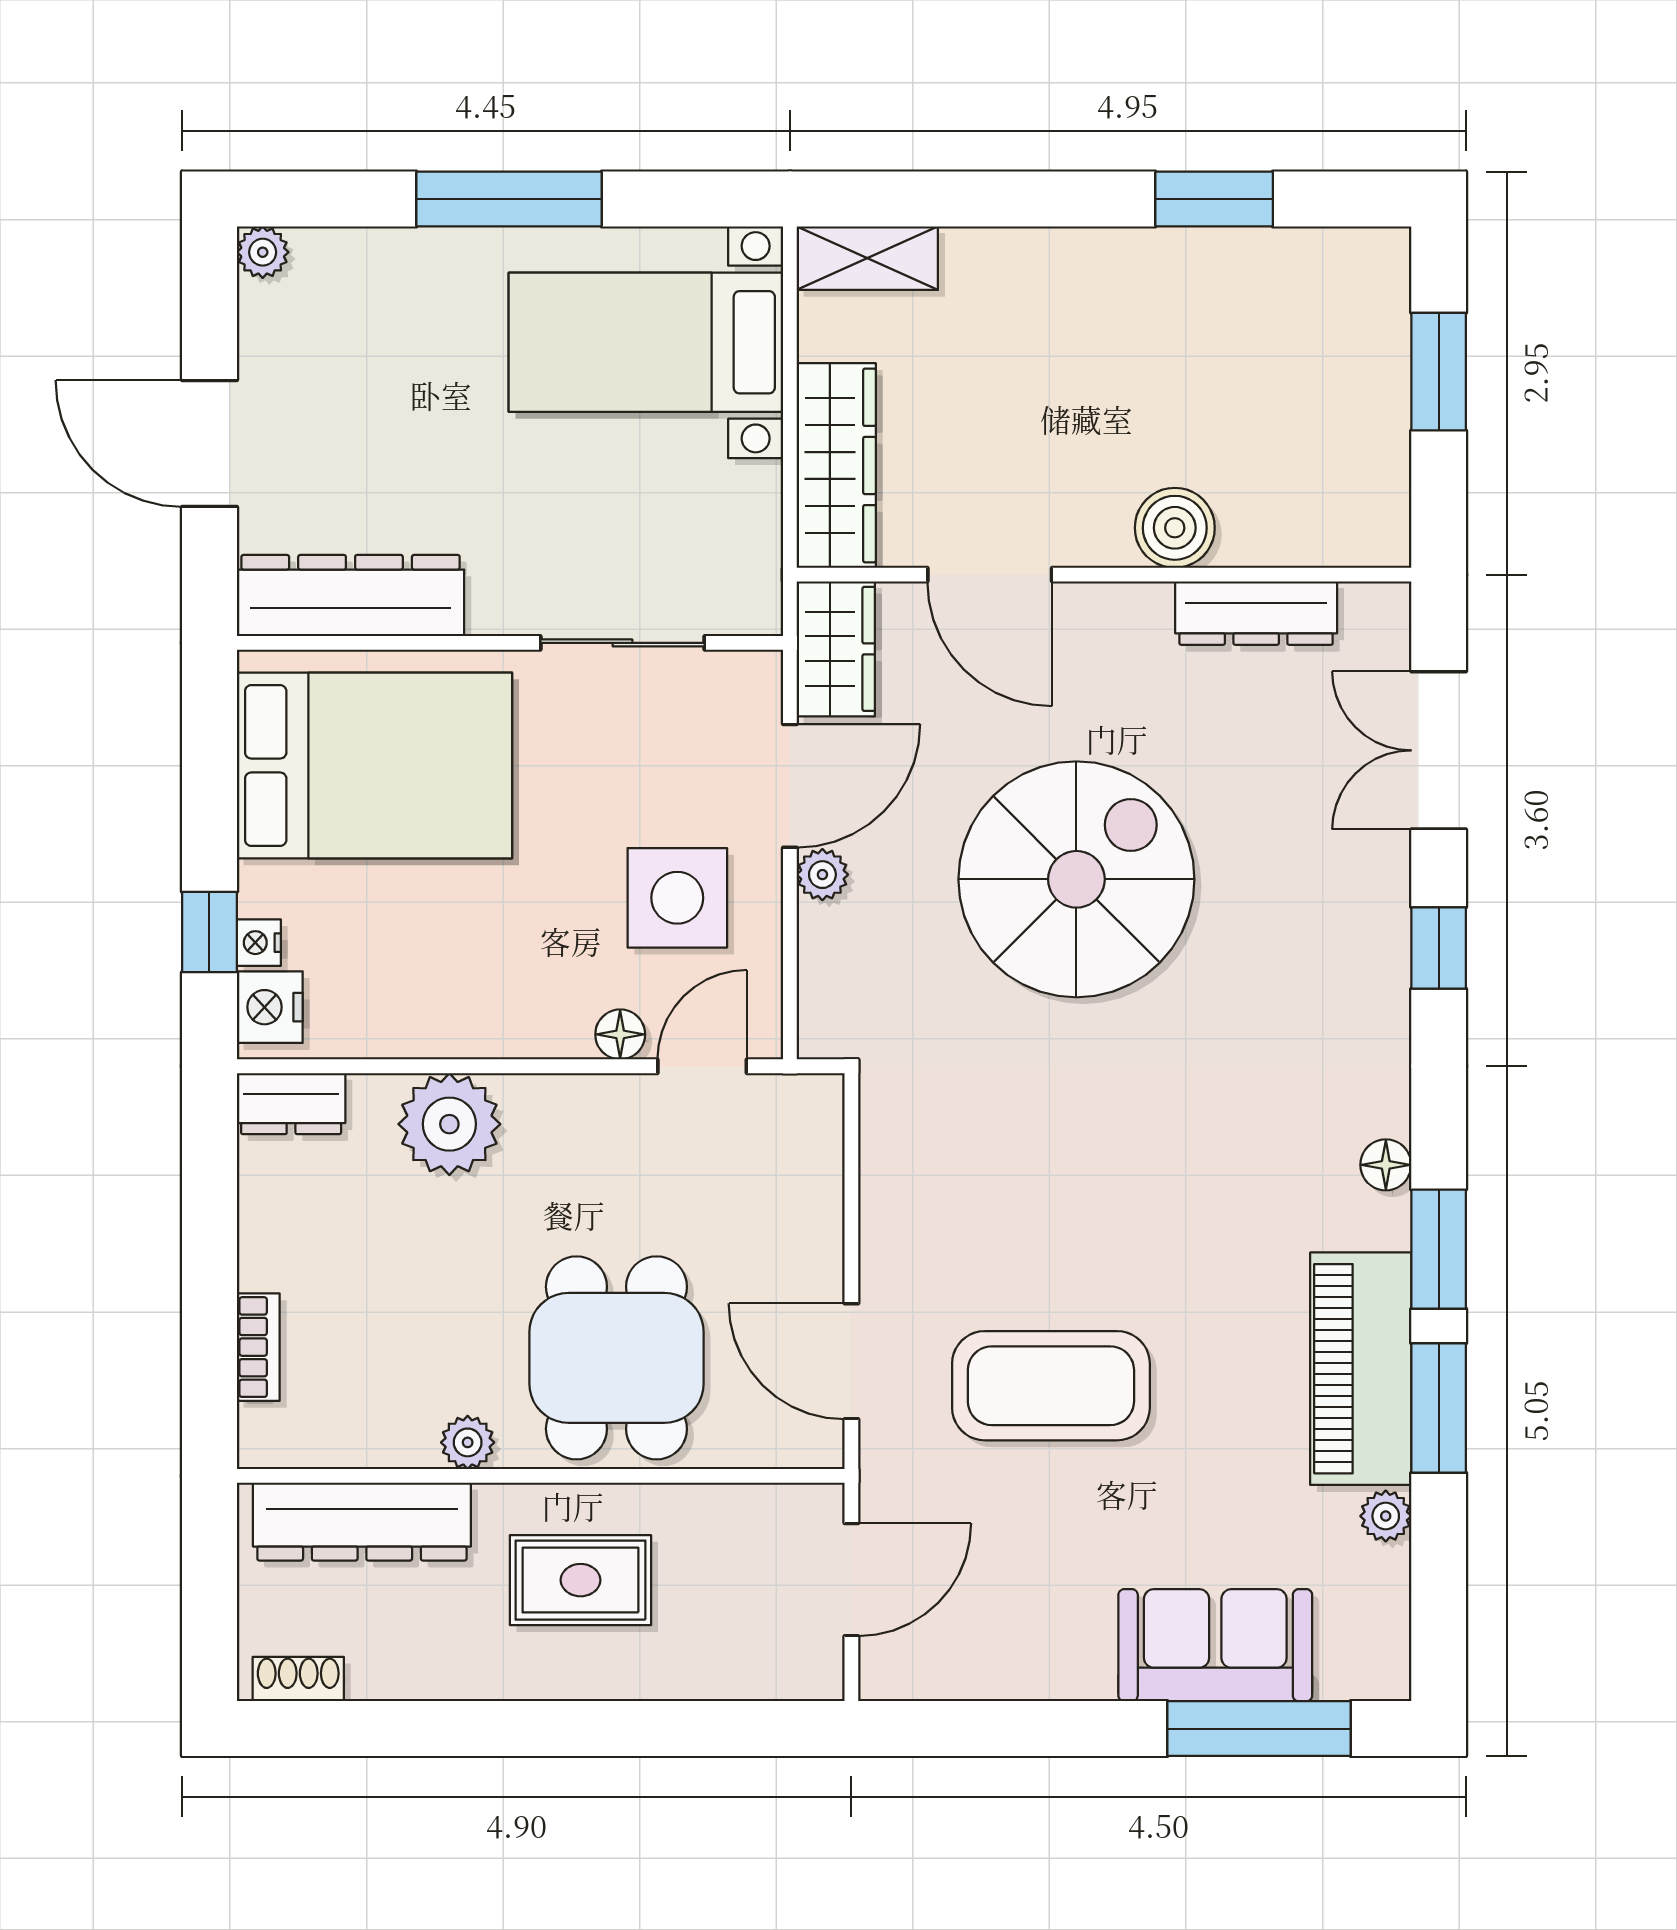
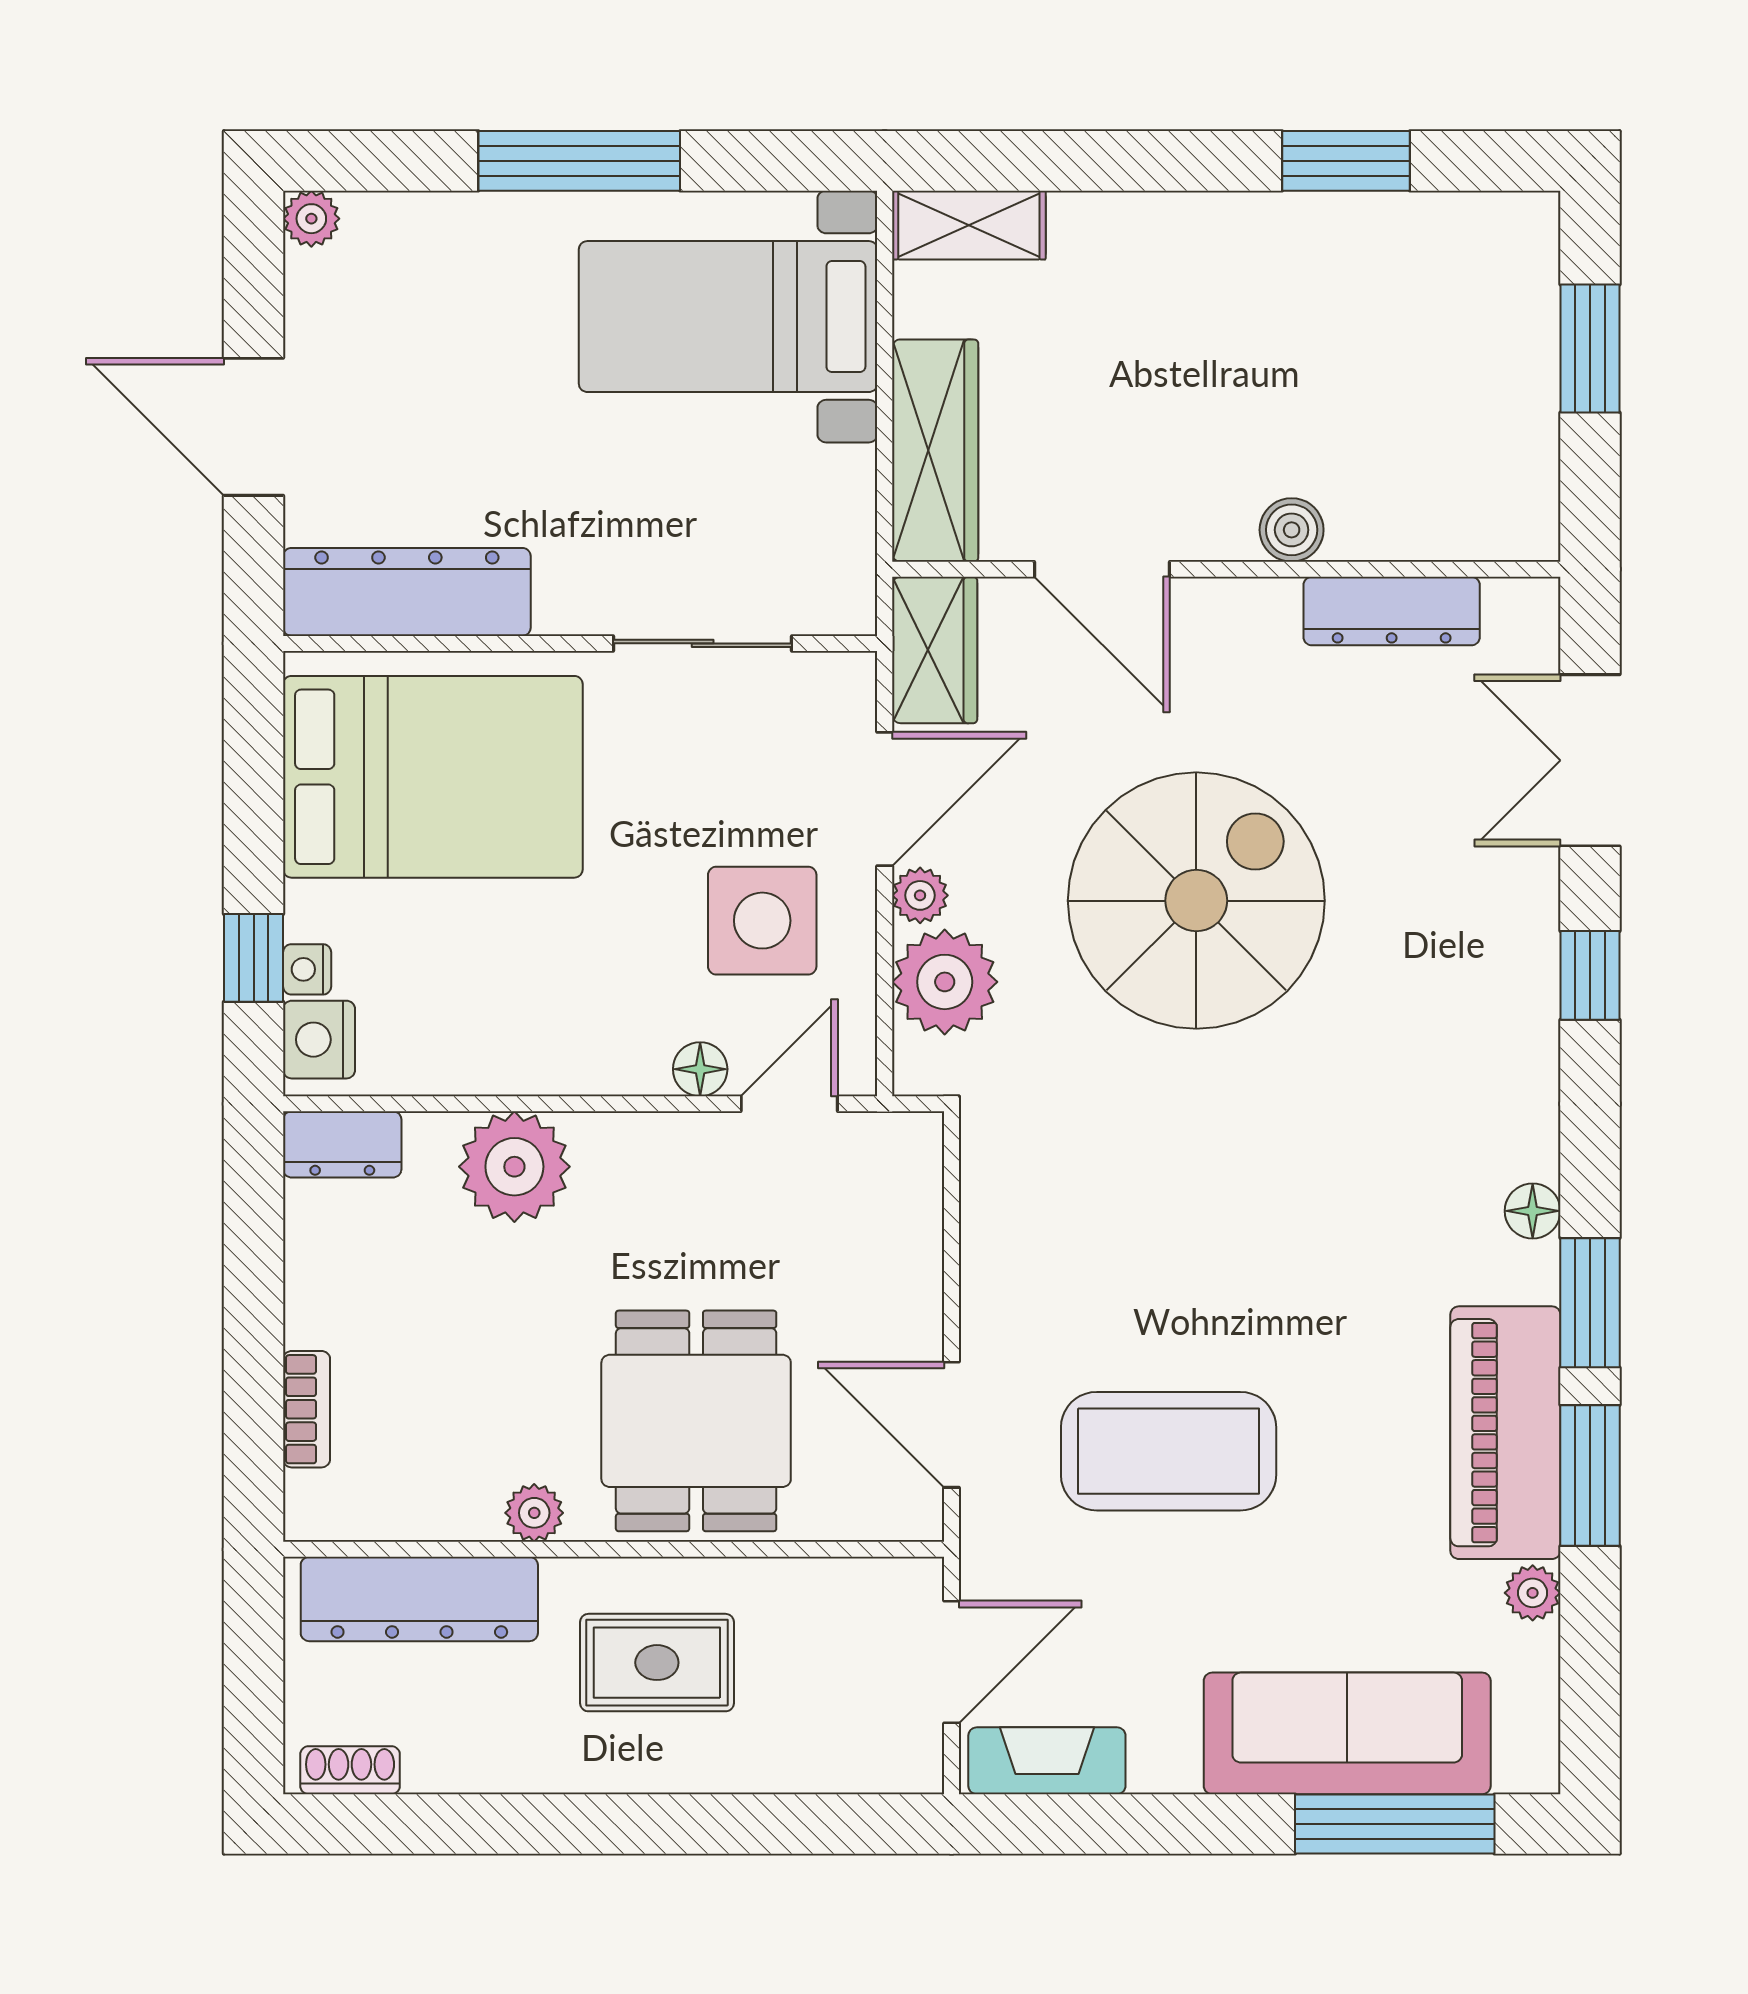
boiler: (1175, 528) -> (1292, 530), width x0.73, depth x0.73
plant: (845, 954) -> (945, 982), added
sofa: (1215, 1645) -> (1347, 1733), width x1.36
fireplace: (939, 1670) -> (1047, 1761), added

